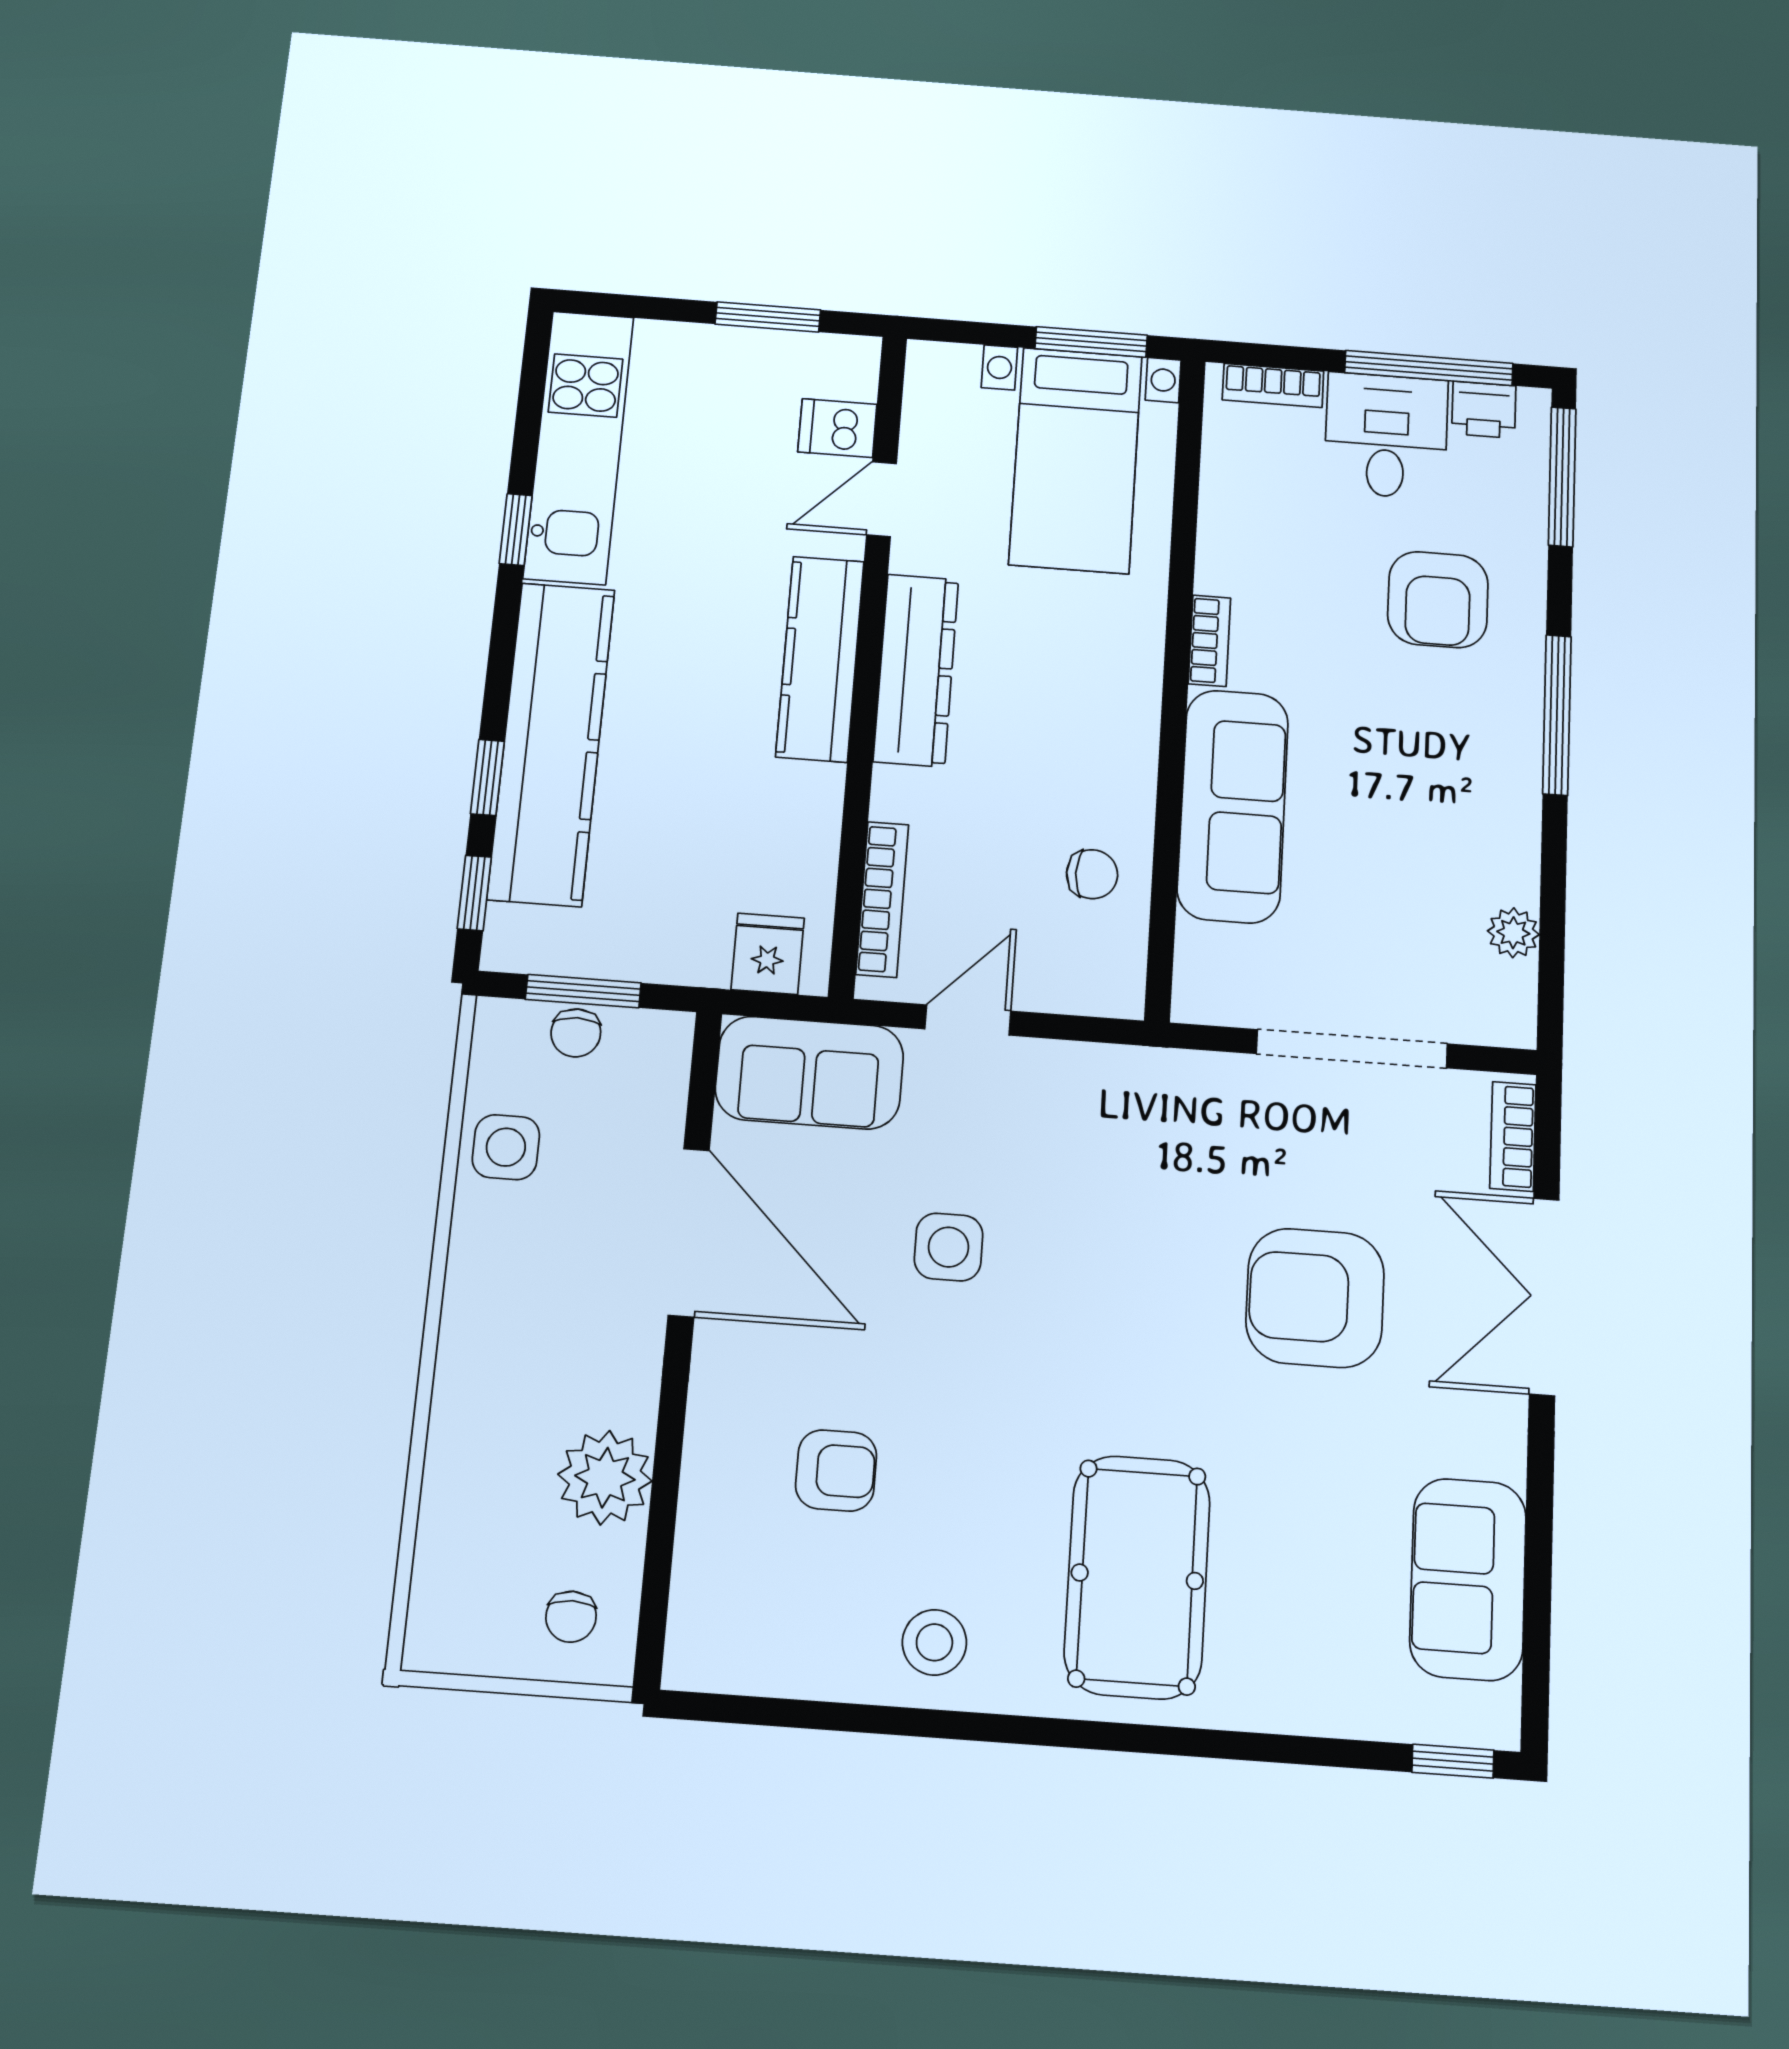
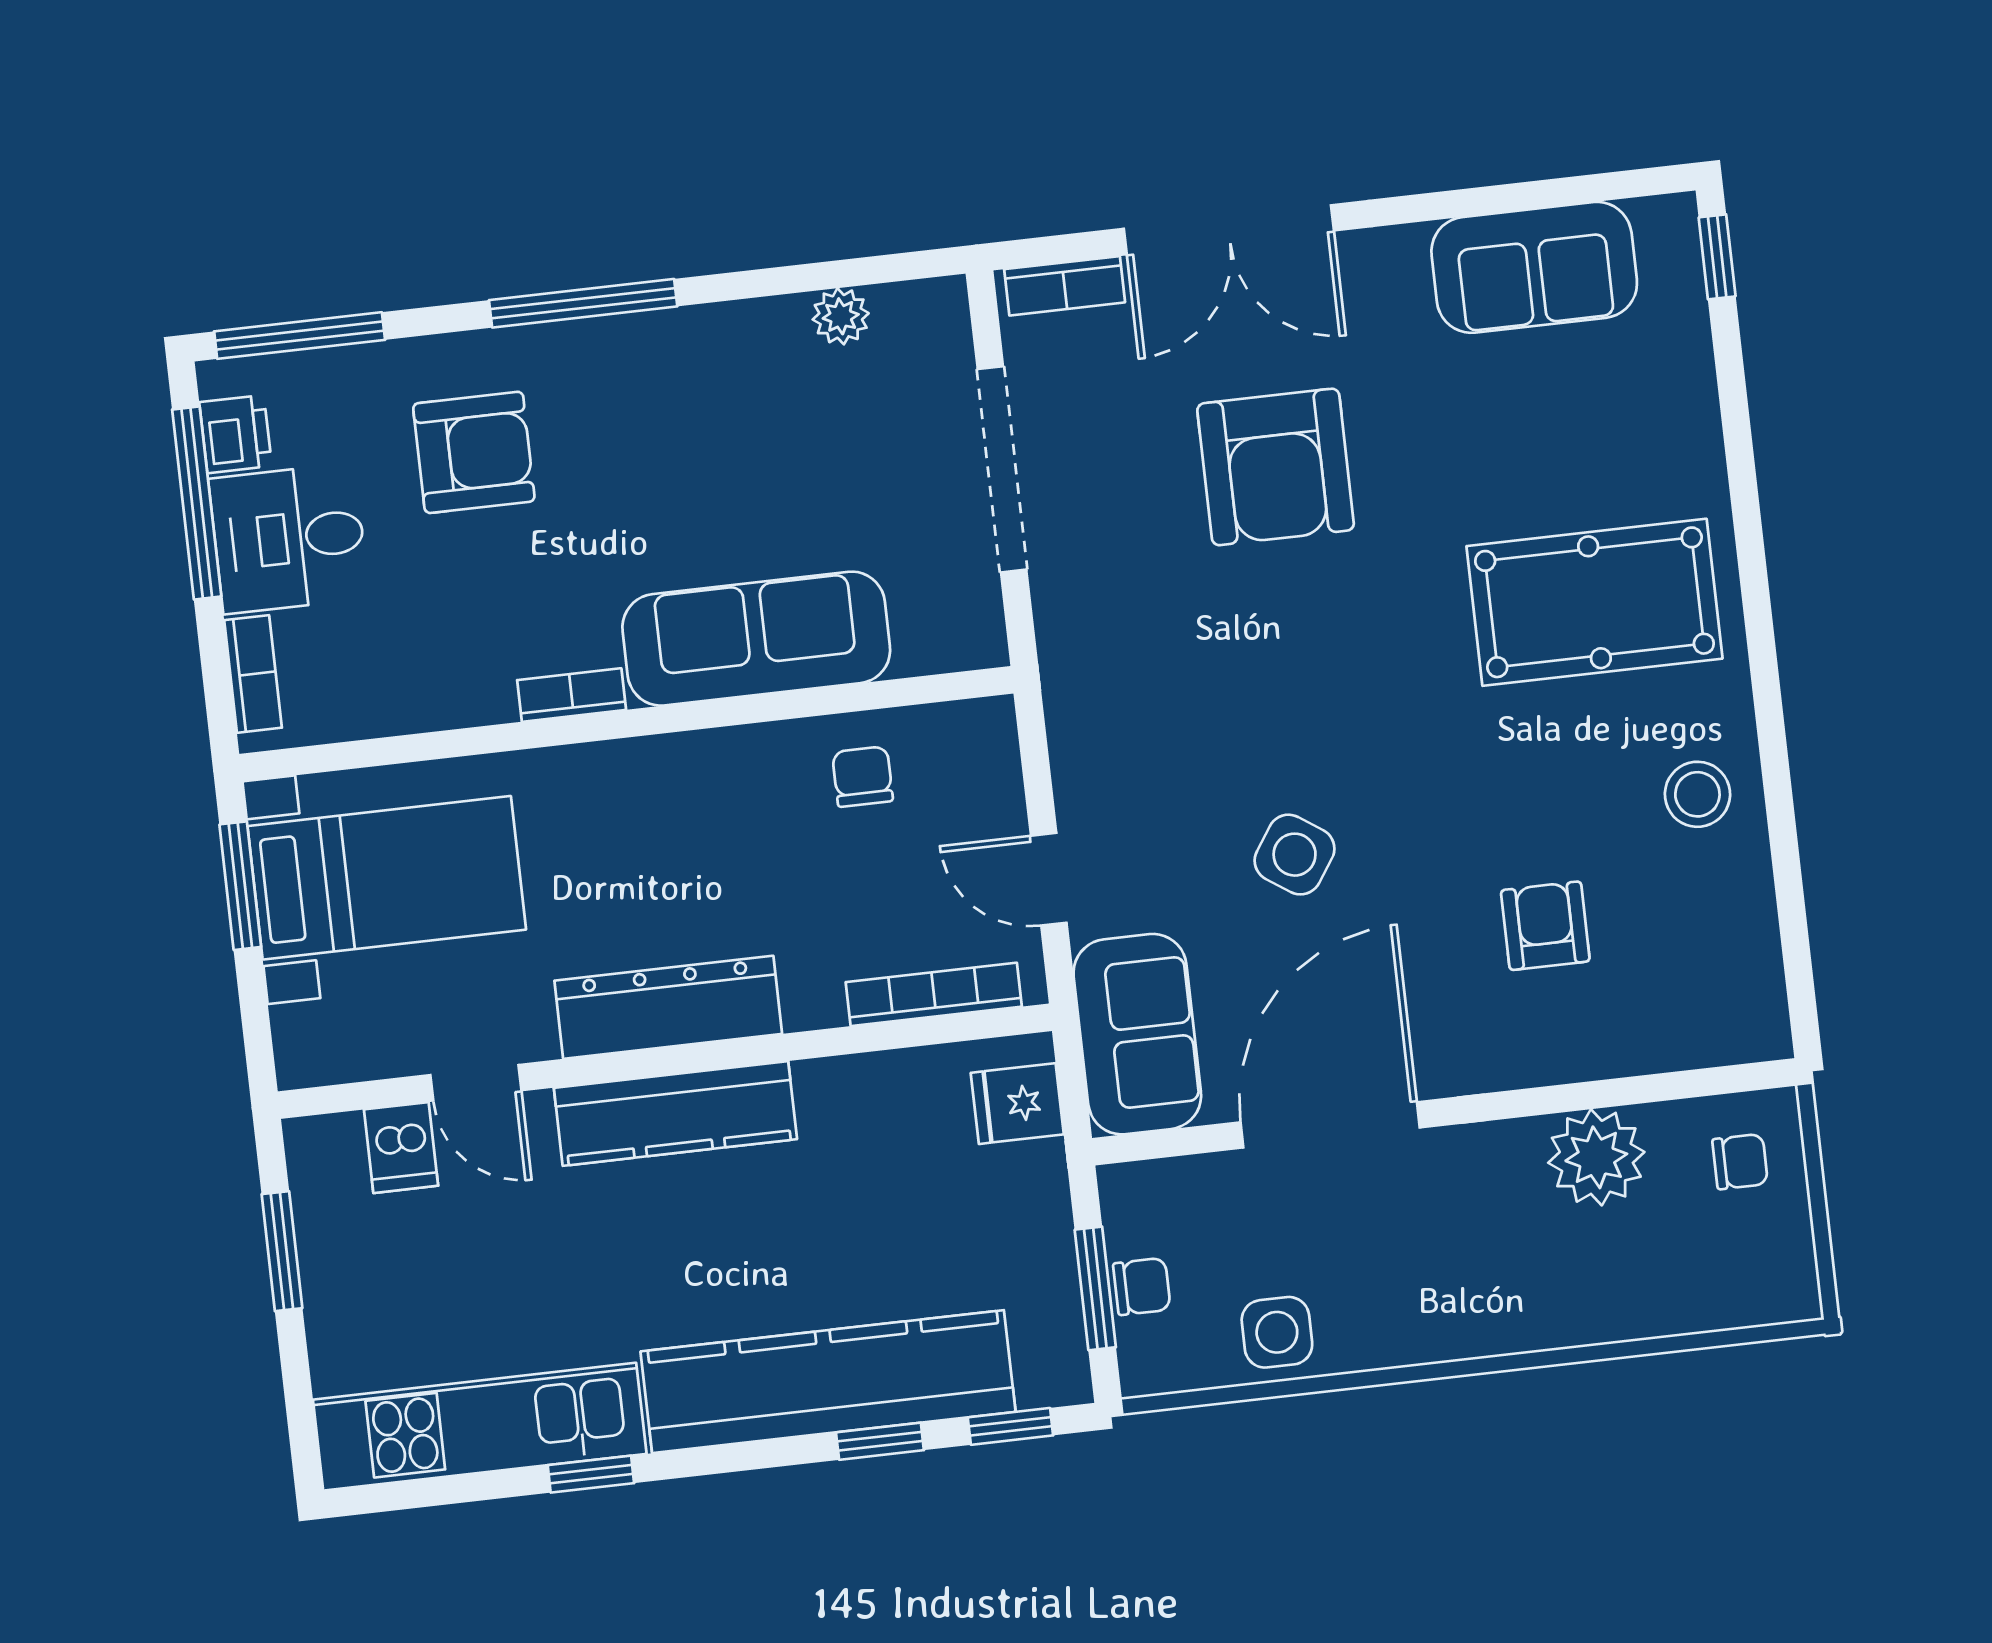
side table: (949, 1247) -> (1295, 855), turned 34

